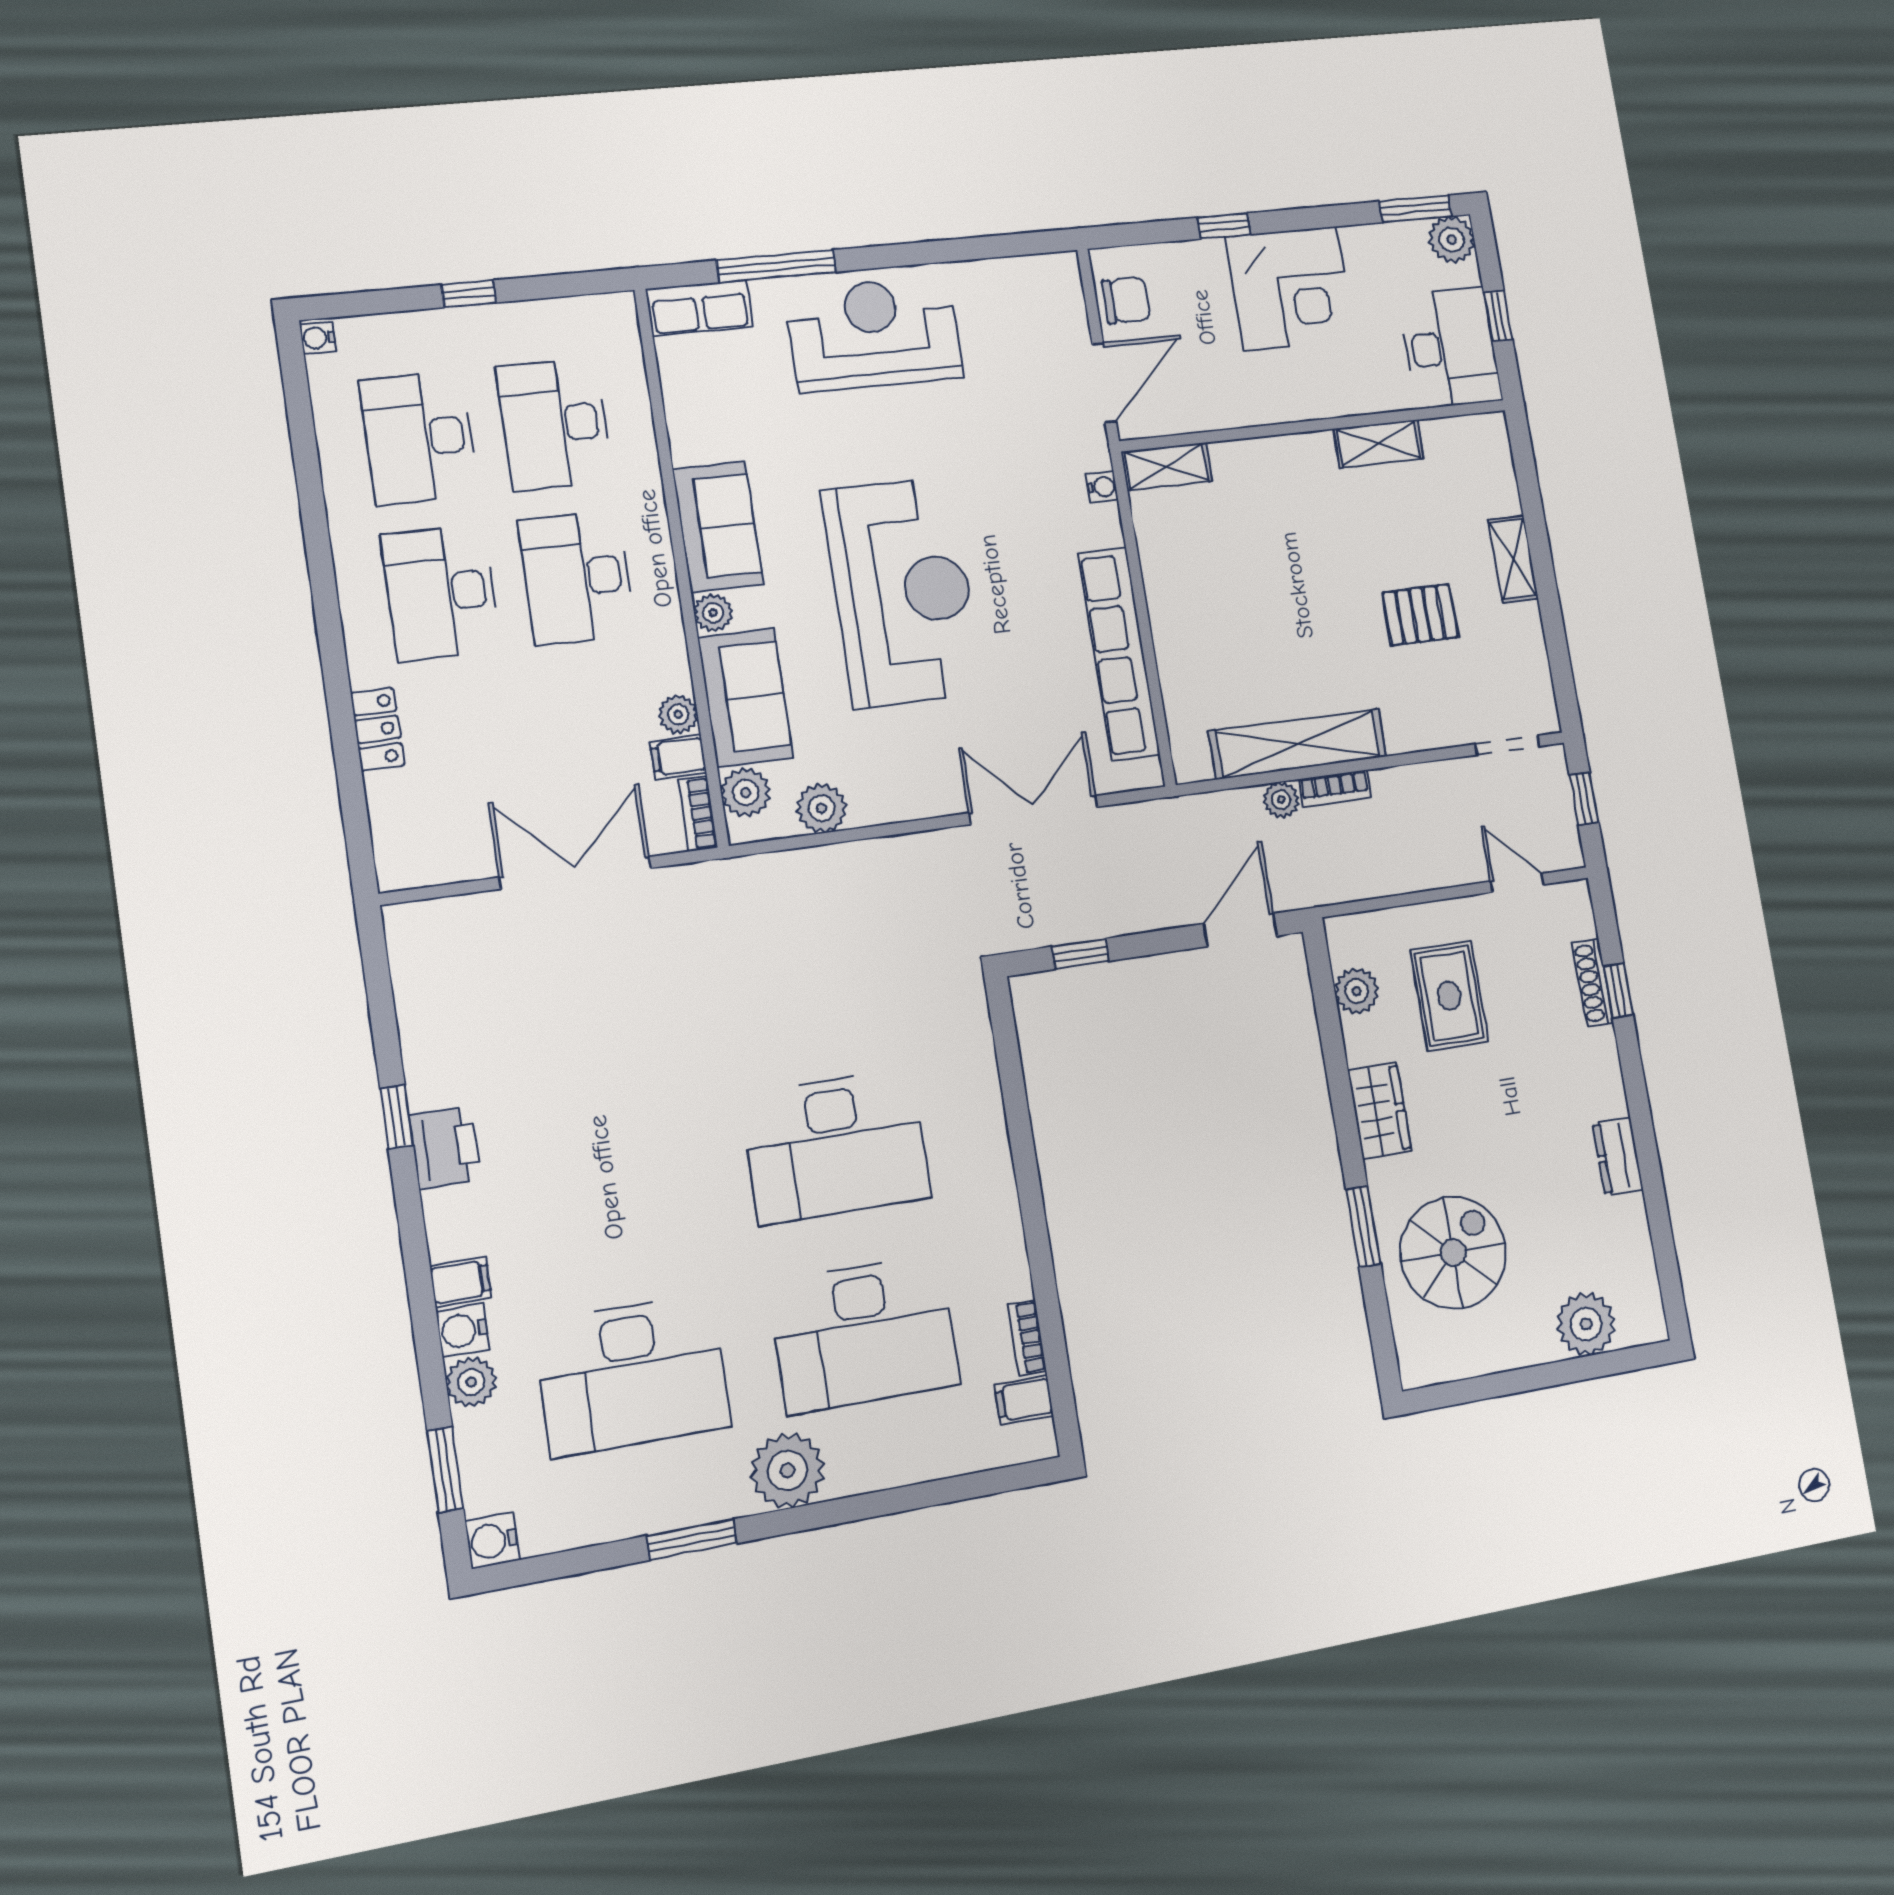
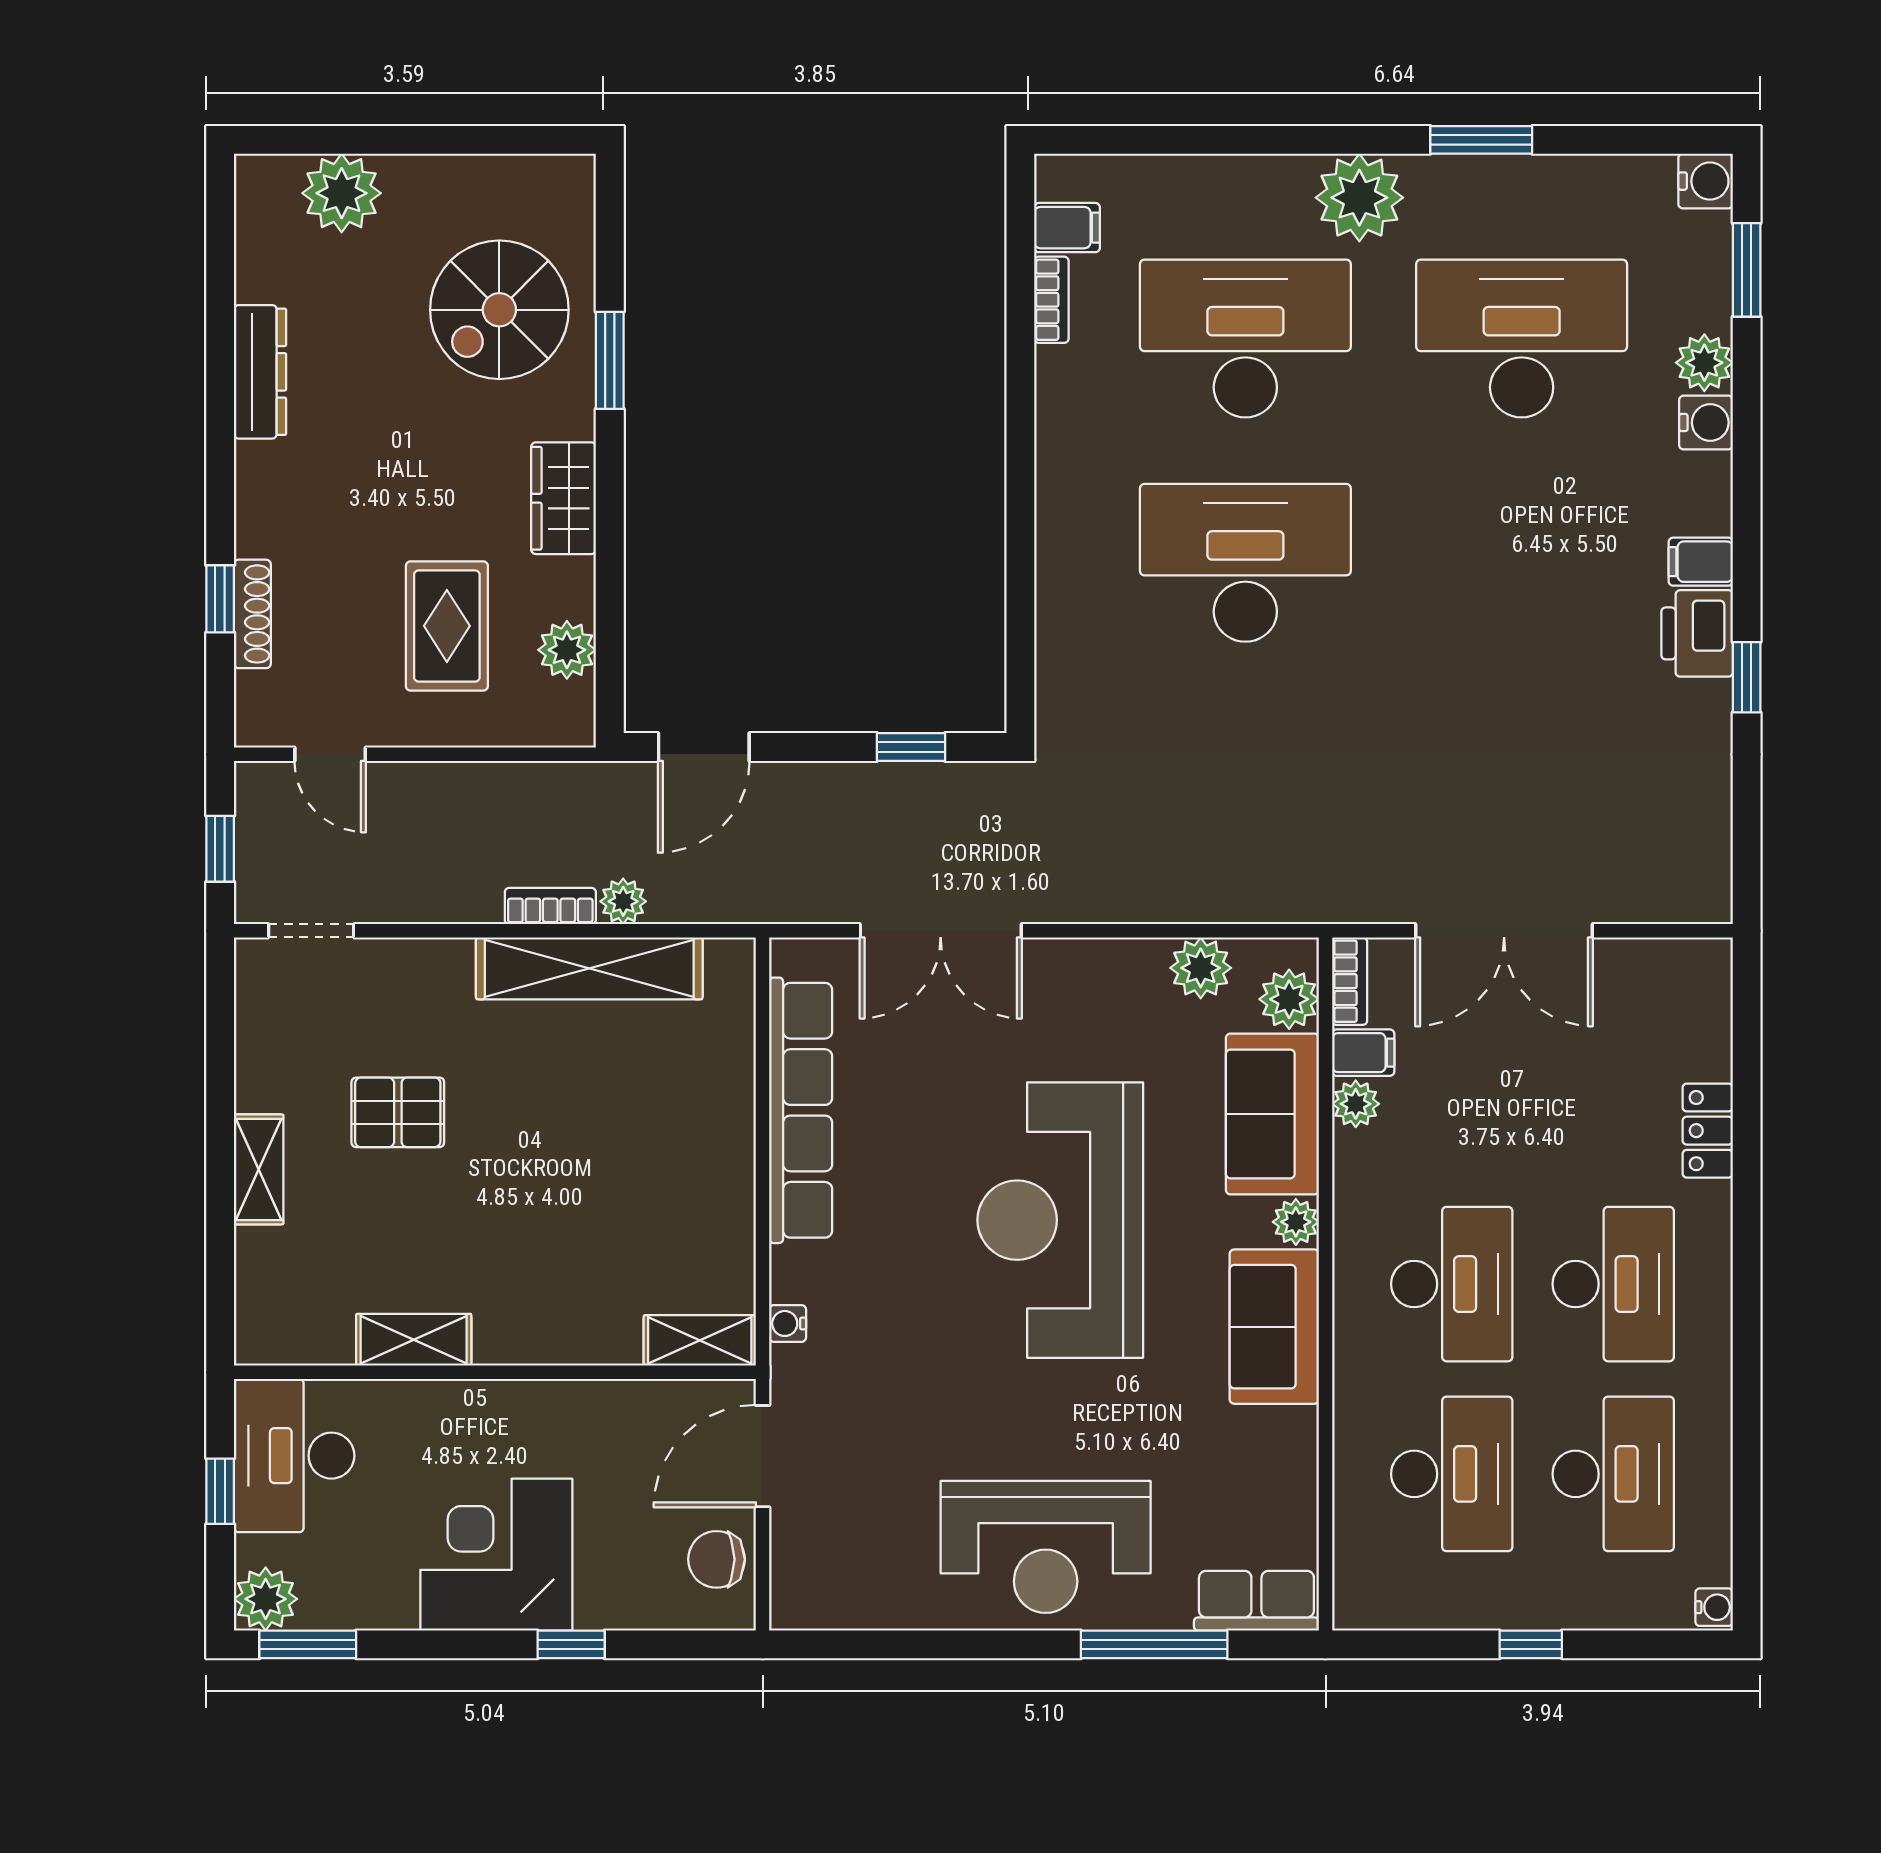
dresser: (1618, 1156) -> (260, 372), width x1.44
filing cabinet: (461, 1282) -> (1701, 562), moved

